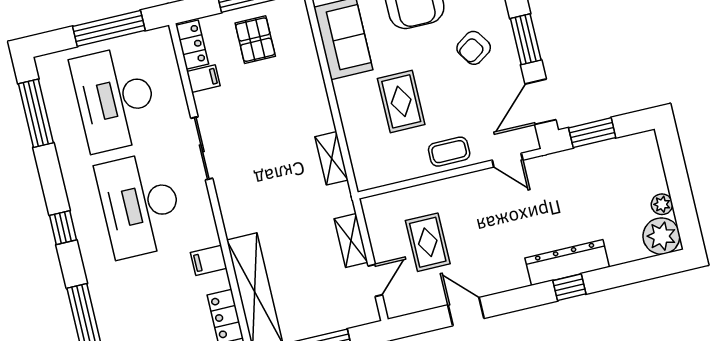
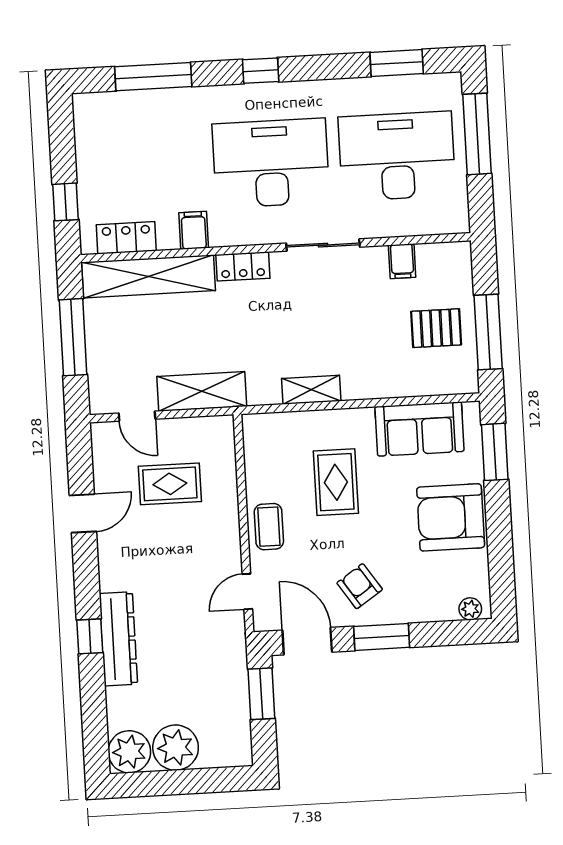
window: (109, 28) -> (477, 134), moved
locker: (192, 45) -> (243, 266), moved
armchair: (474, 48) -> (360, 586), moved
rug: (401, 101) -> (336, 482), turned 90
window: (36, 113) -> (397, 63), width x0.69
shelving: (332, 158) -> (311, 390), moved
plant: (662, 204) -> (176, 748), width x1.87, depth x1.87
shelving: (351, 241) -> (202, 391), width x1.50, depth x1.33

